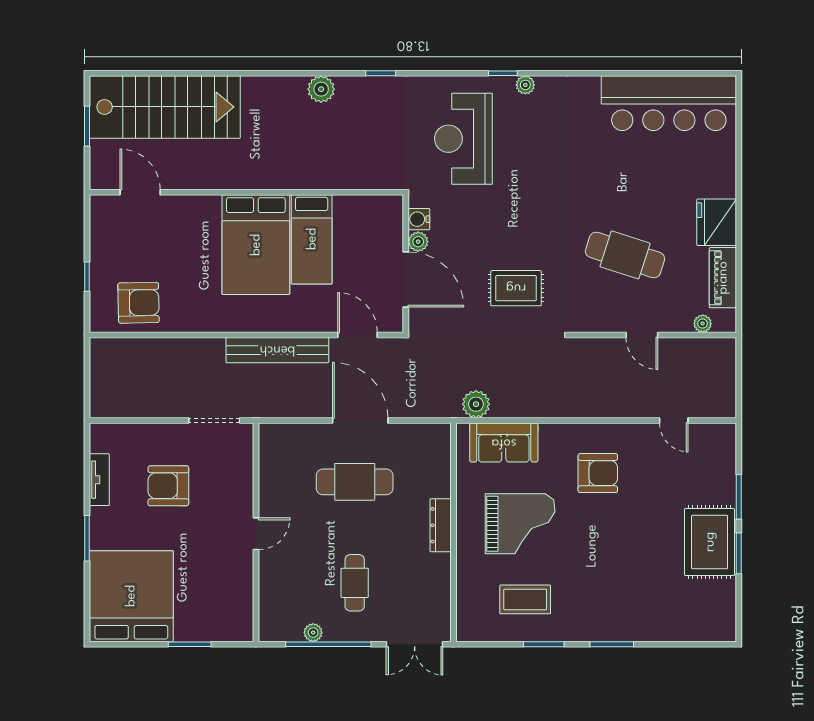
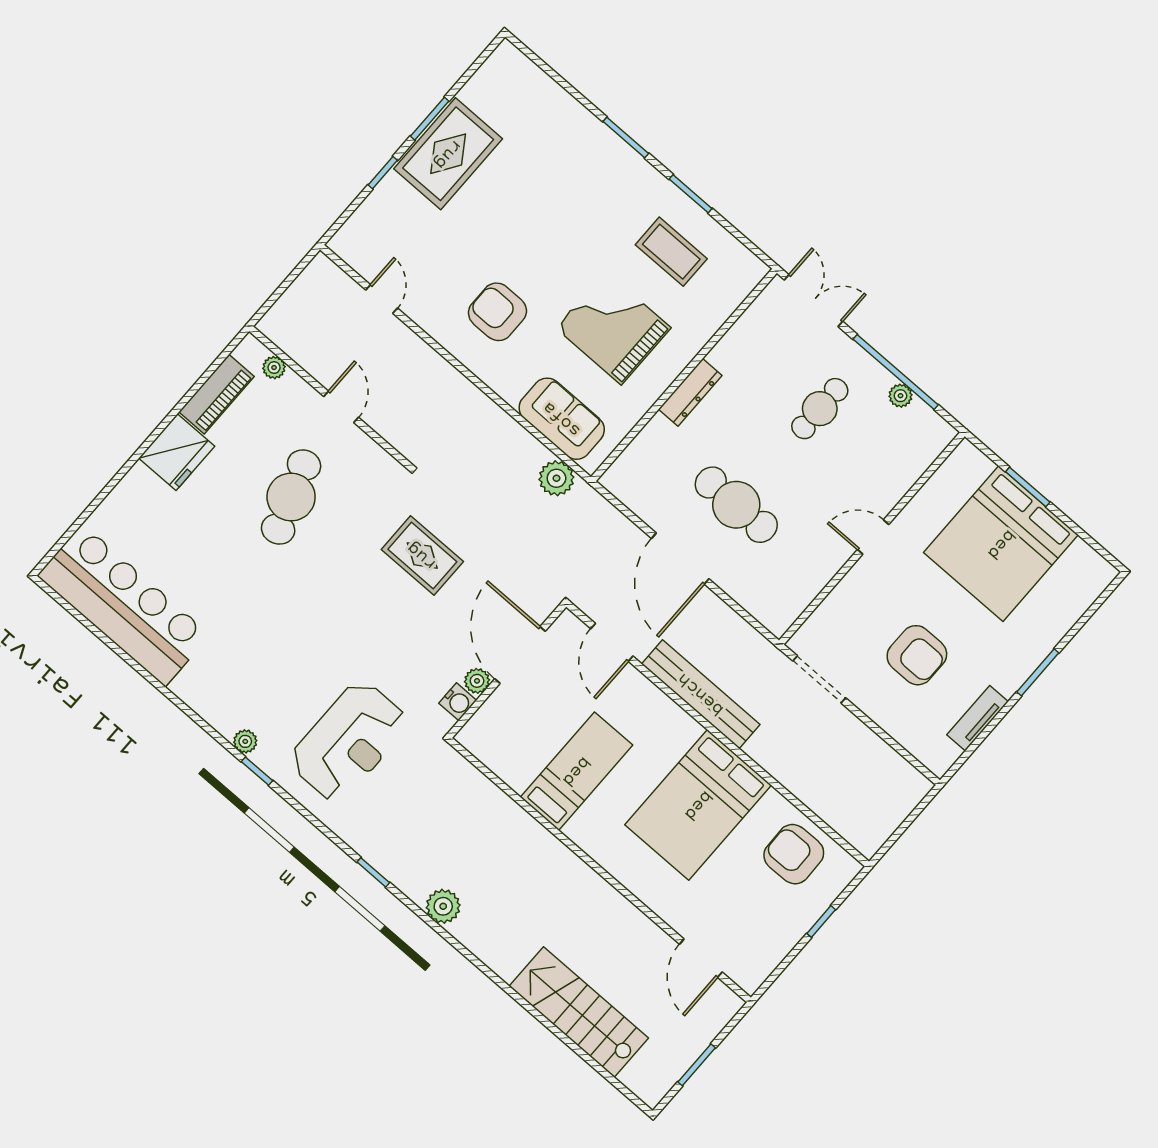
stairs: (165, 107) -> (579, 1012), width x0.73, depth x0.66
bed: (256, 245) -> (698, 805), moved, turned 180
cafe table: (625, 255) -> (291, 497), turned 53
window: (739, 497) -> (383, 173), width x0.67
bed: (131, 596) -> (1001, 544), moved

